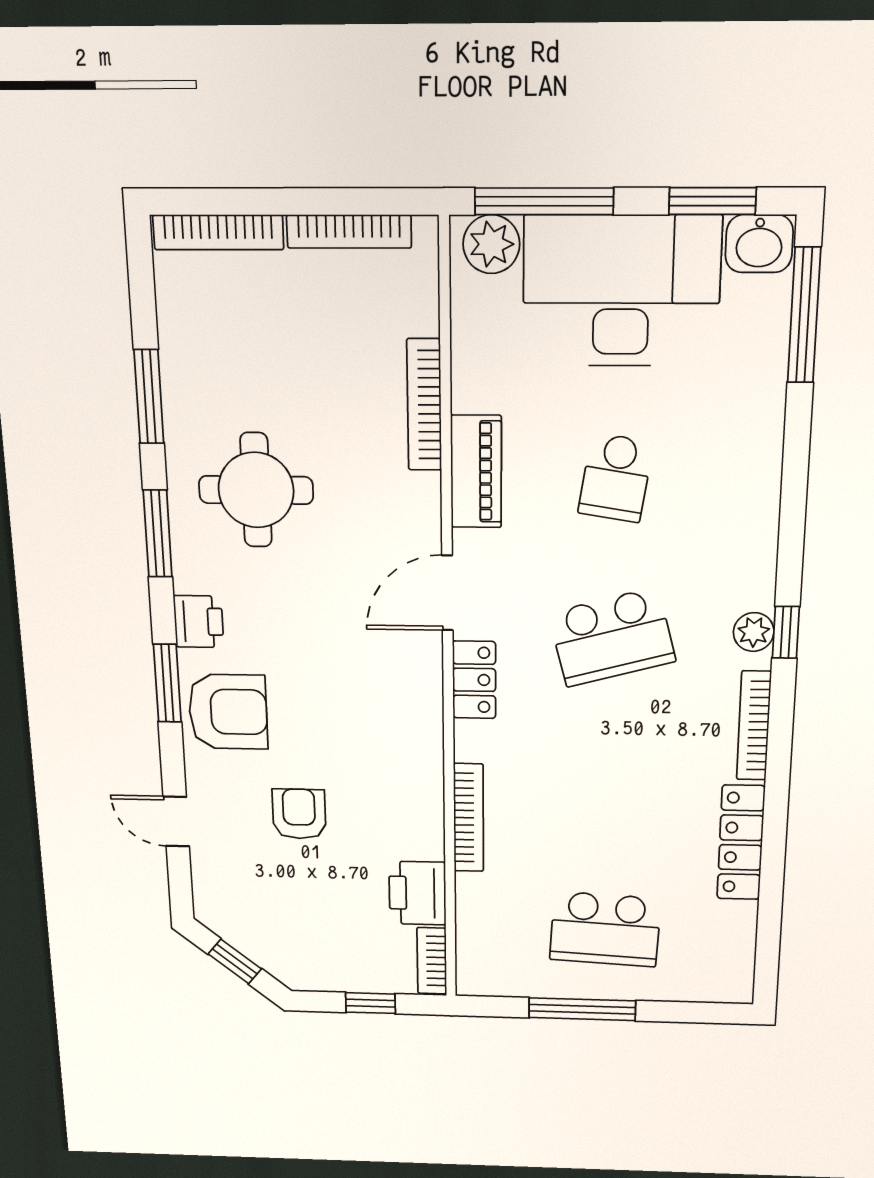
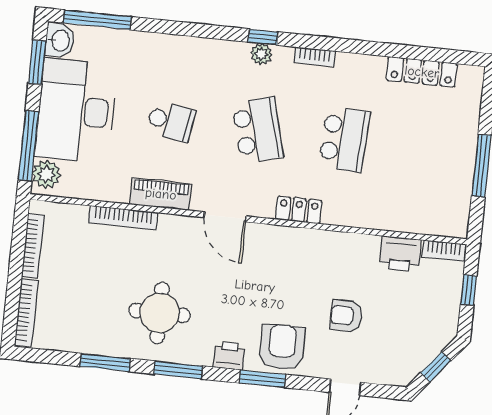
locker: (474, 680) -> (299, 210), moved
bookcase: (754, 726) -> (315, 57), width x0.64
bookcase: (469, 818) -> (356, 219), removed
locker: (741, 843) -> (422, 72), moved
school desk: (605, 929) -> (344, 139), moved

